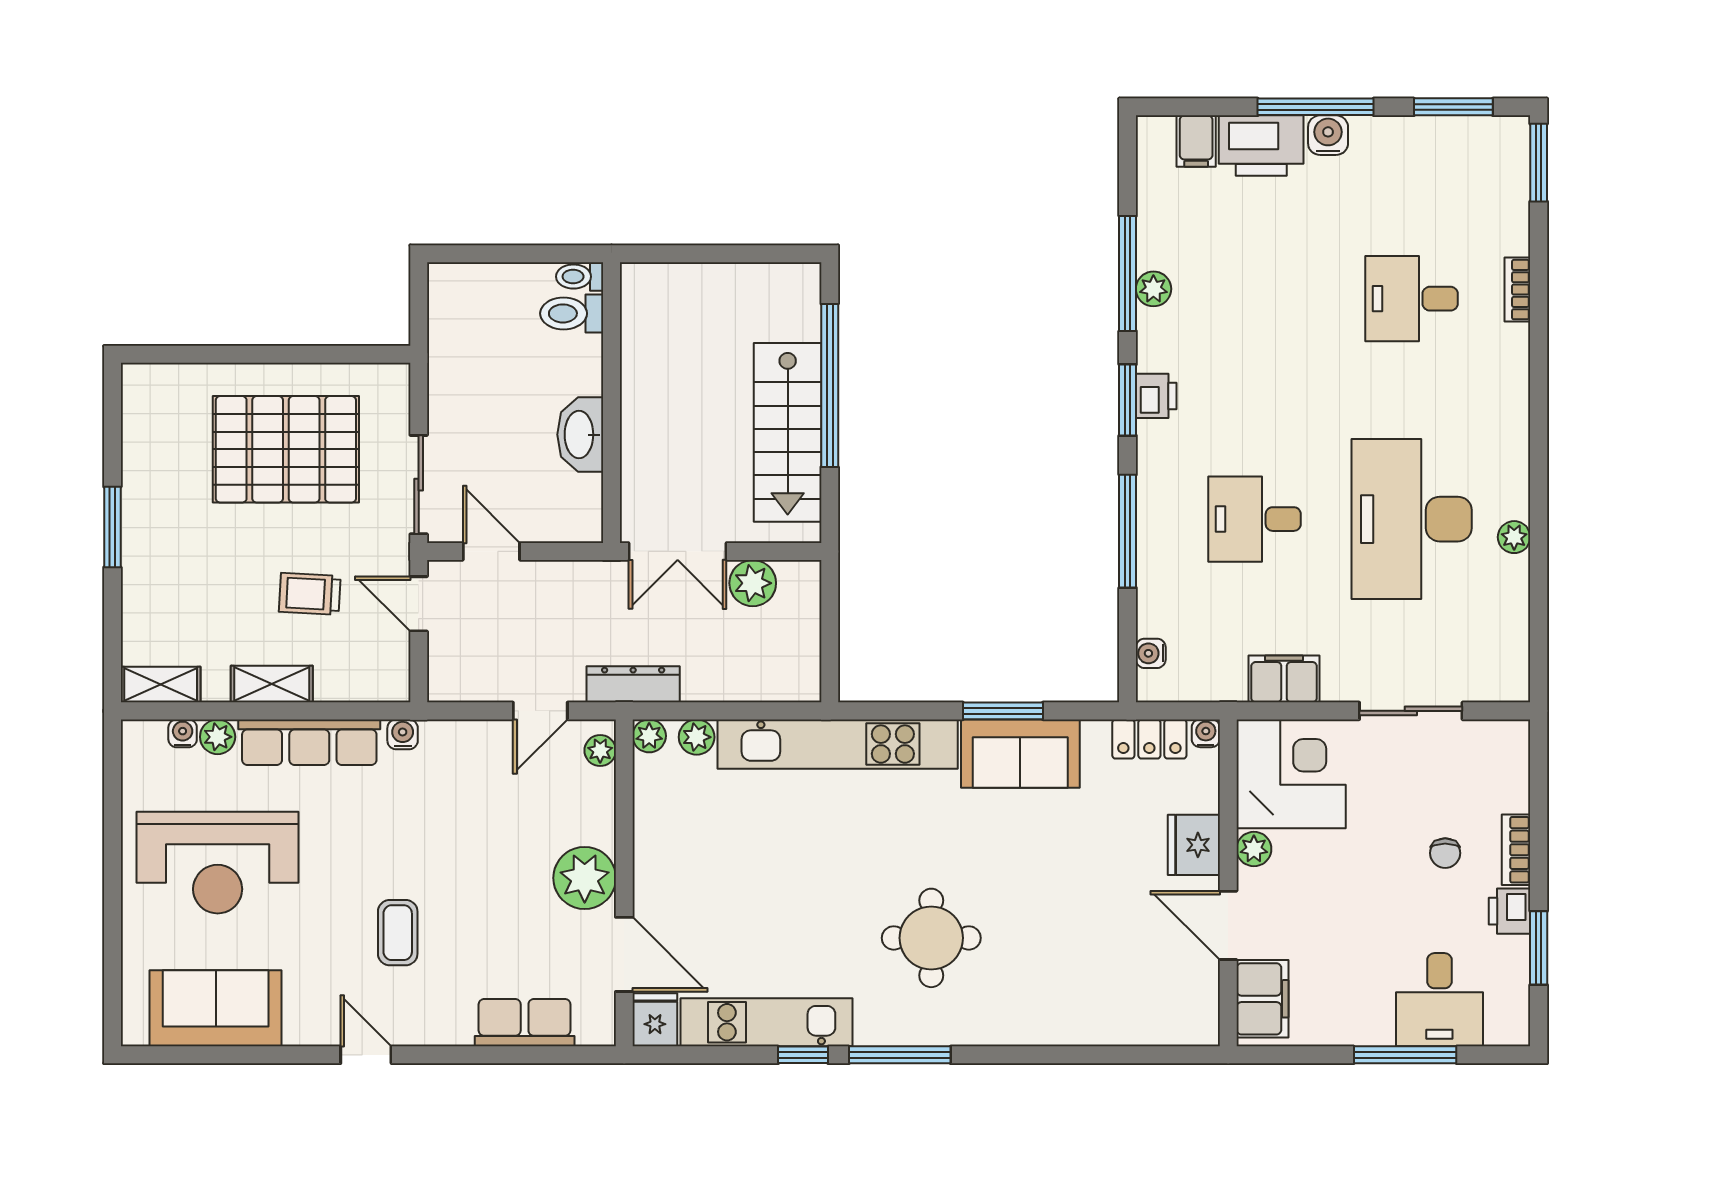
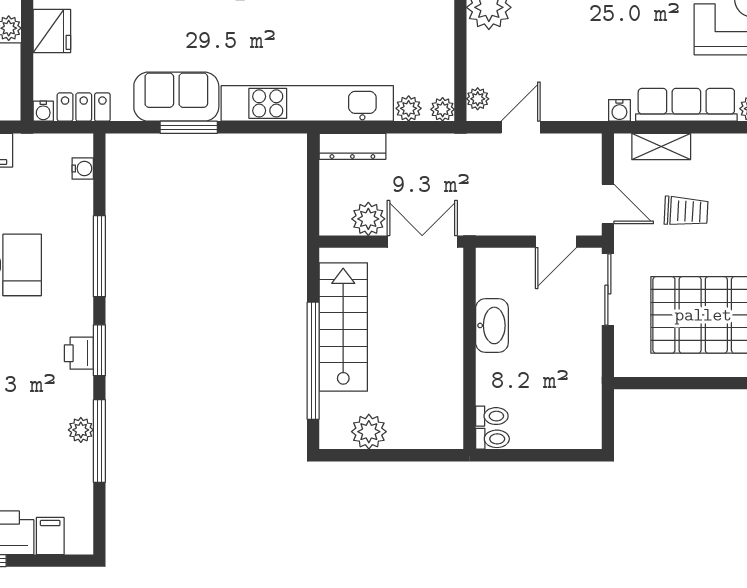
plant: (752, 287) -> (369, 432), added
toilet: (572, 313) -> (492, 416), width x0.73, depth x0.72
door: (491, 551) -> (556, 242), hinge flipped
shelving: (272, 684) -> (661, 146), moved
dresser: (633, 684) -> (352, 146), moved

